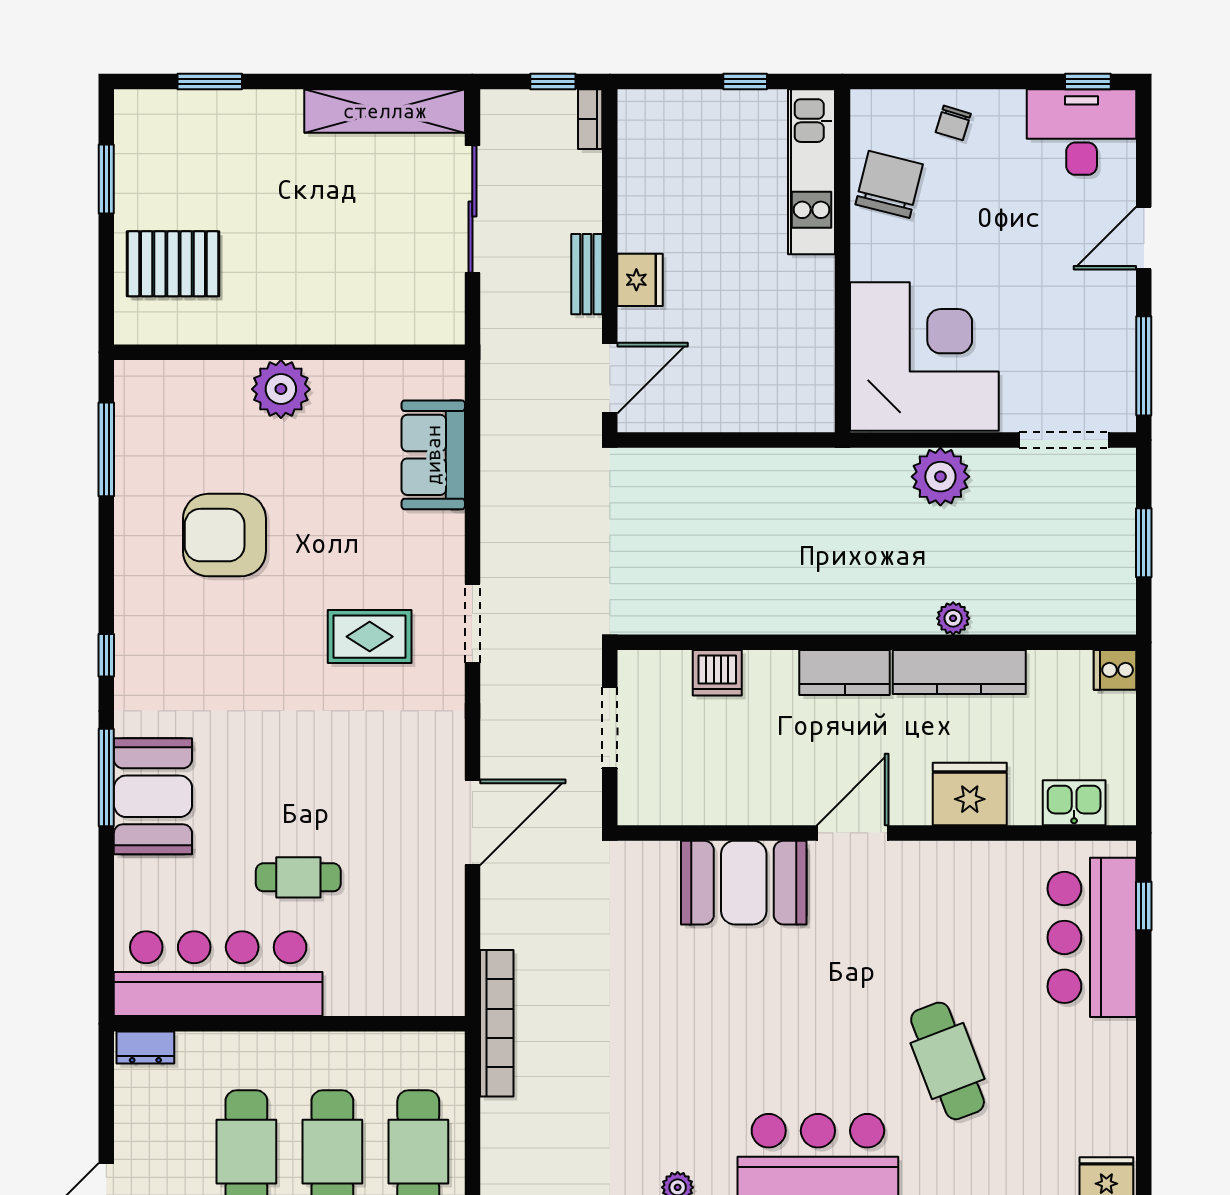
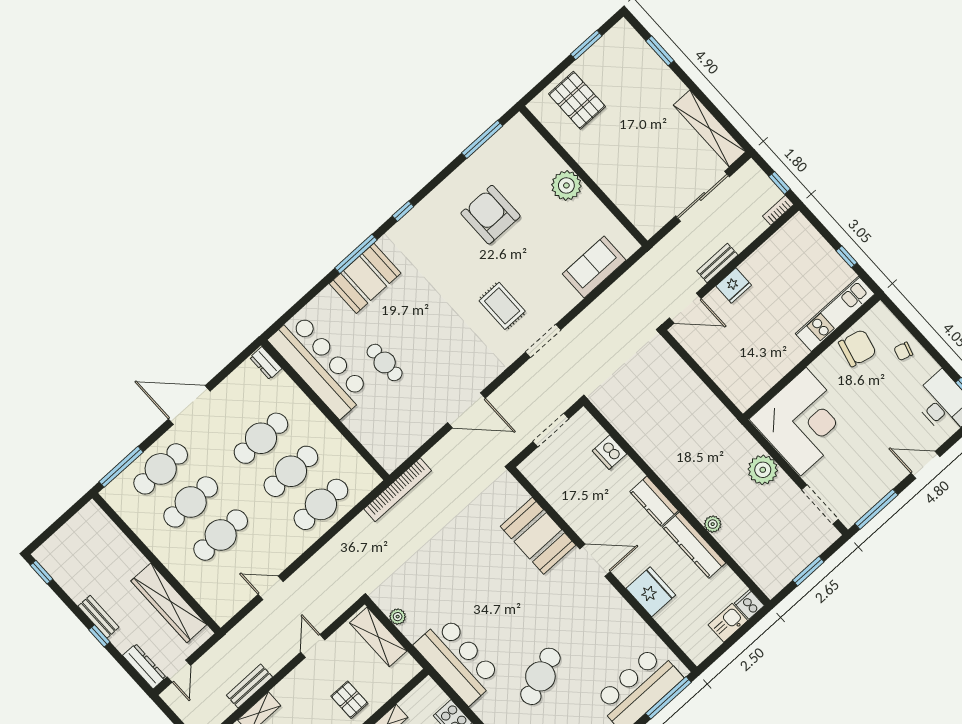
kitchen sink: (1074, 803) -> (728, 623), moved, turned -90
window: (1144, 906) -> (668, 698), width x2.17

